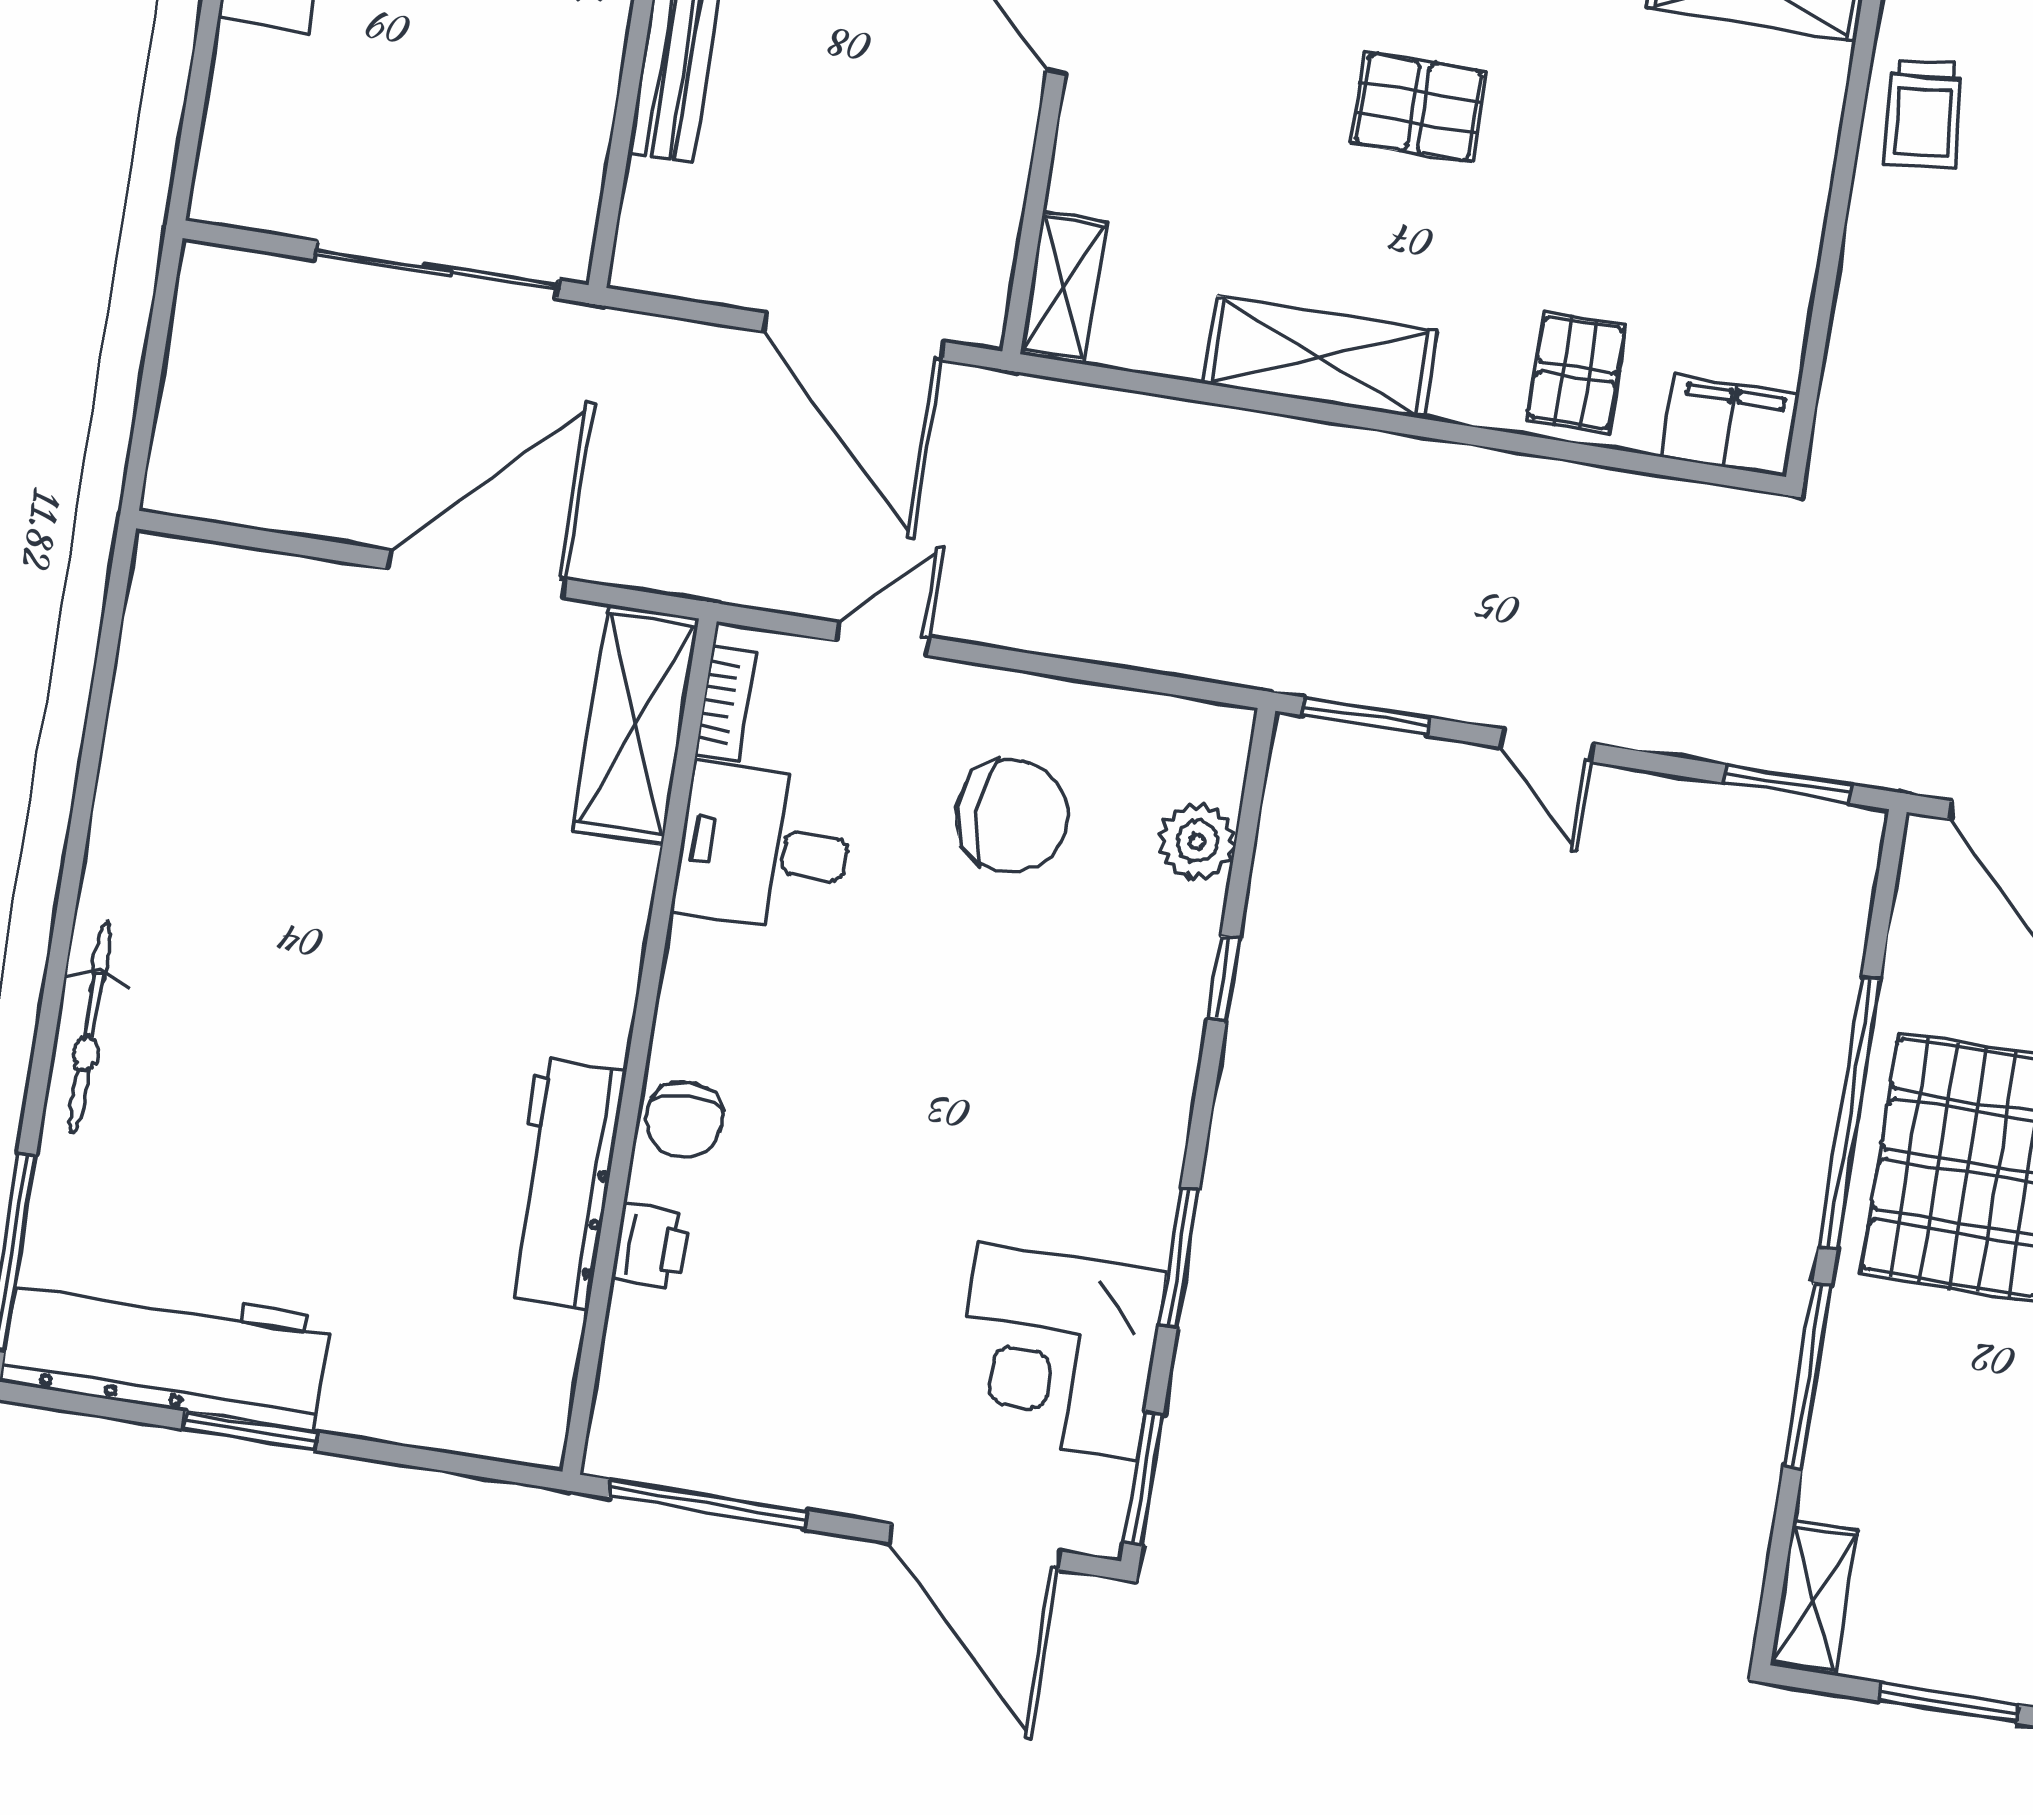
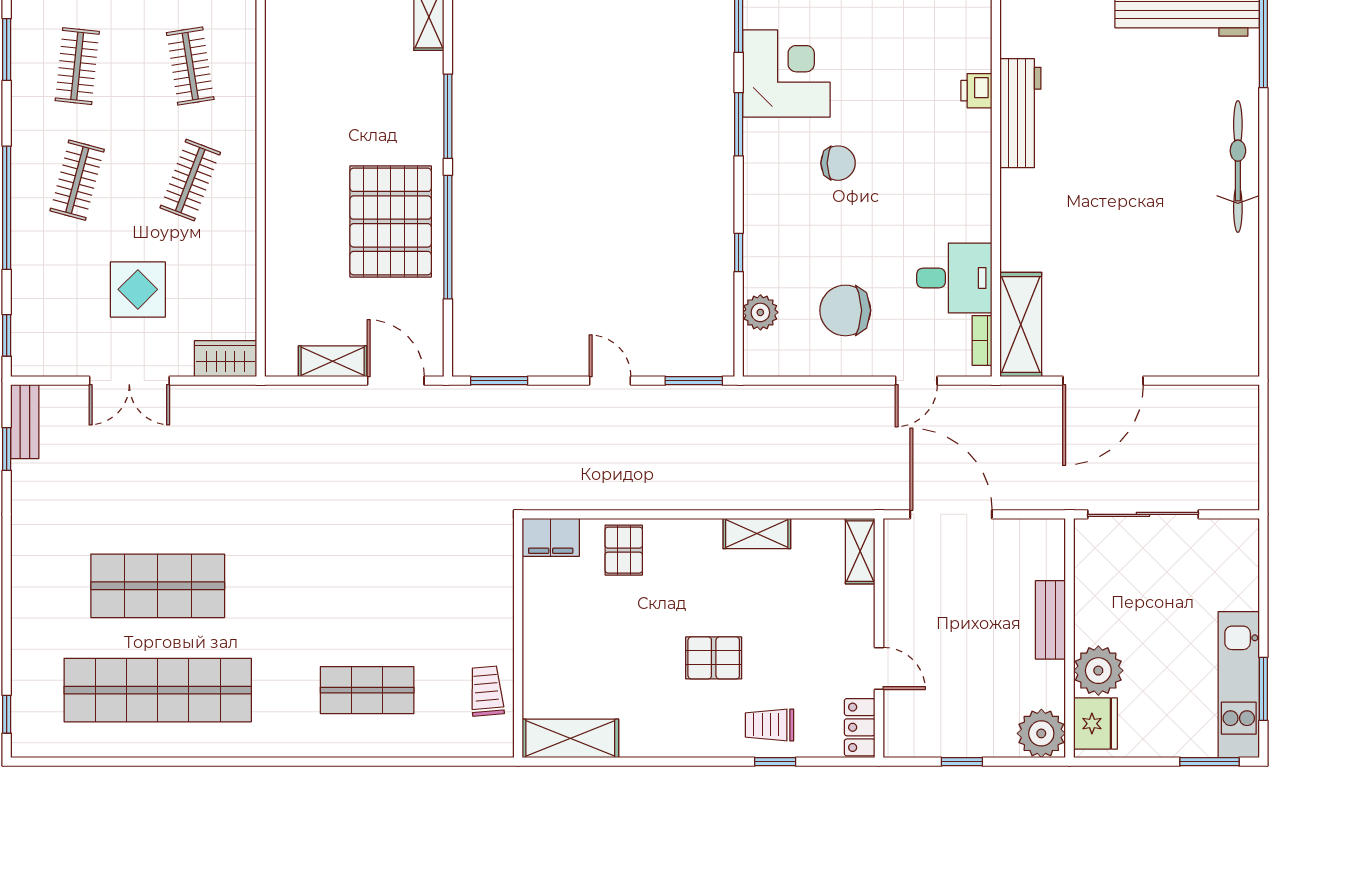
shelving: (1320, 357) -> (757, 534), width x0.67, depth x0.75
bicycle: (90, 1028) -> (1238, 167), width x1.37, depth x1.40
chair: (684, 1119) -> (838, 163), moved, turned 90

